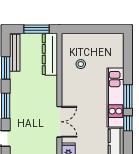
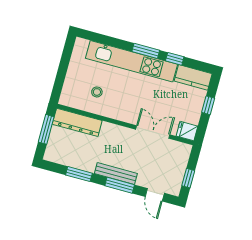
bench: (15, 53) -> (116, 174), moved
kitchen unit: (115, 97) -> (132, 61), width x1.36

